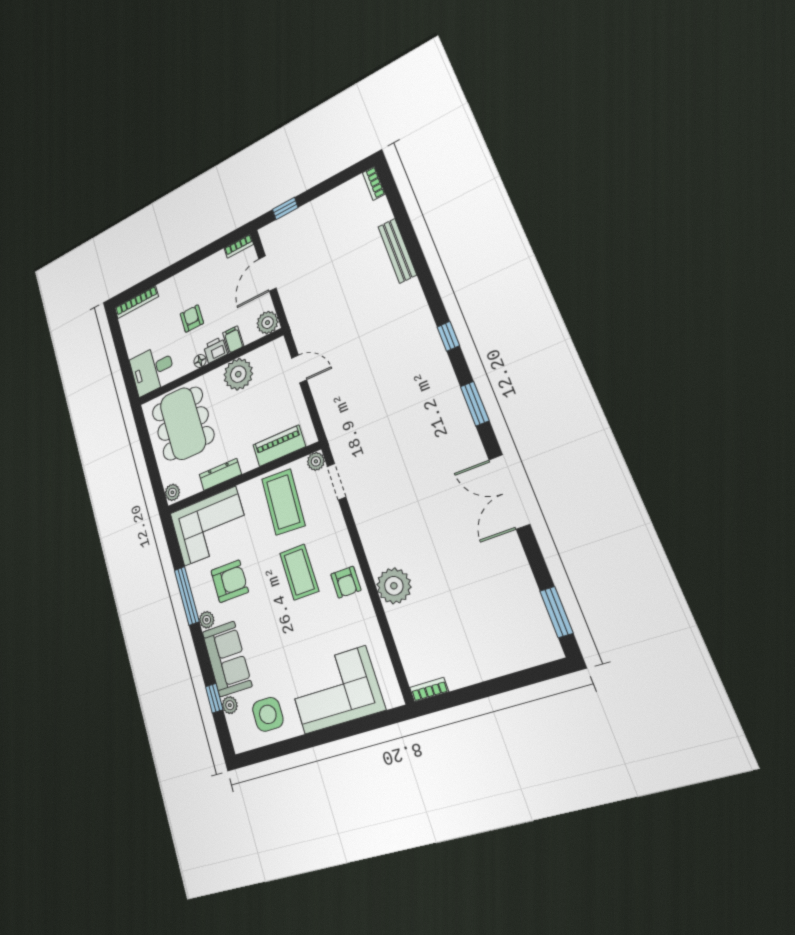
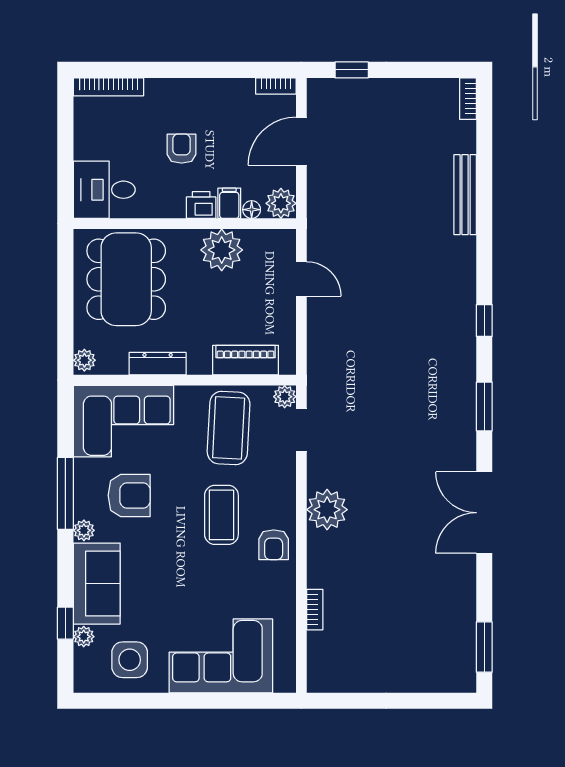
floor lamp: (200, 361) -> (252, 210), moved
plant: (394, 586) -> (327, 510), moved
bookcase: (429, 690) -> (315, 610), moved, turned 90

